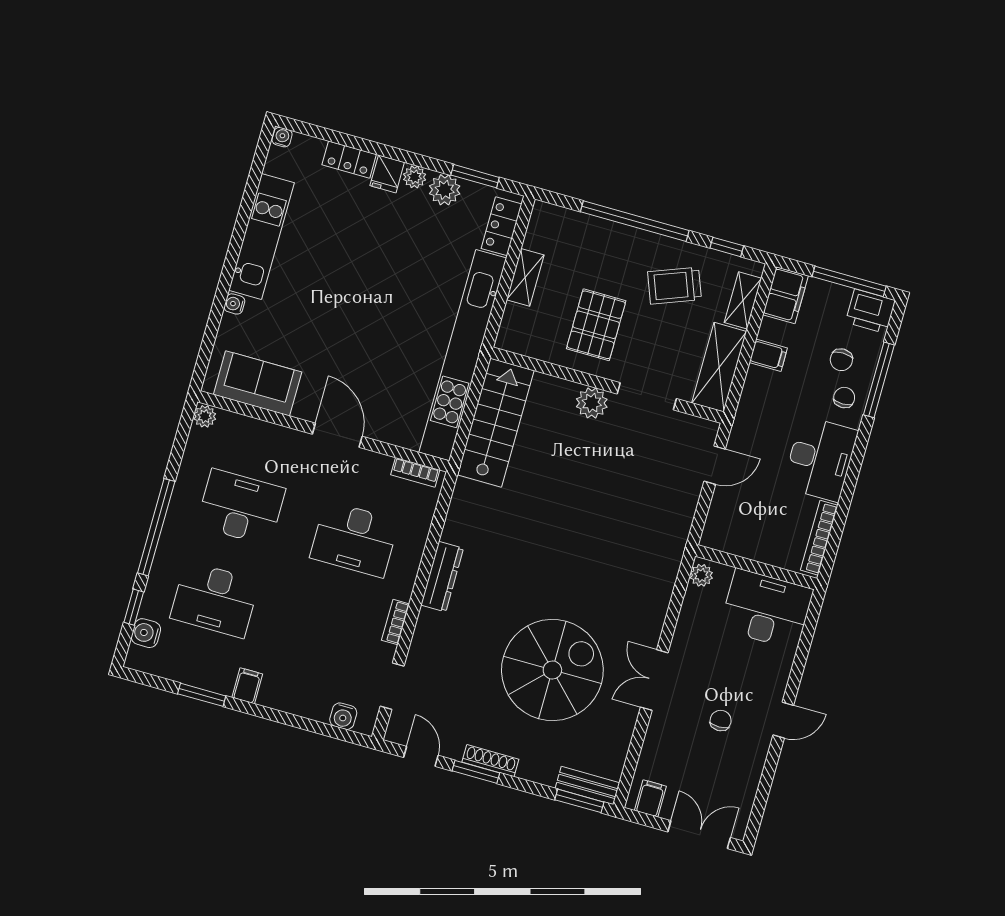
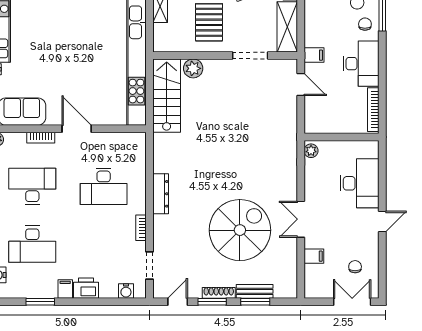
filing cabinet: (768, 355) -> (314, 55), moved
plant: (592, 403) -> (193, 68), moved
door: (715, 465) -> (301, 84), hinge flipped
bookcase: (415, 472) -> (41, 138), moved
desk: (766, 609) -> (360, 183), moved, turned 90
printer: (281, 694) -> (86, 288), added
chair: (721, 721) -> (355, 267), moved
door: (421, 756) -> (178, 302), hinge flipped
bench: (587, 785) -> (255, 291), moved
filing cabinet: (650, 798) -> (314, 256), moved, turned 90
window: (579, 801) -> (255, 302), moved

